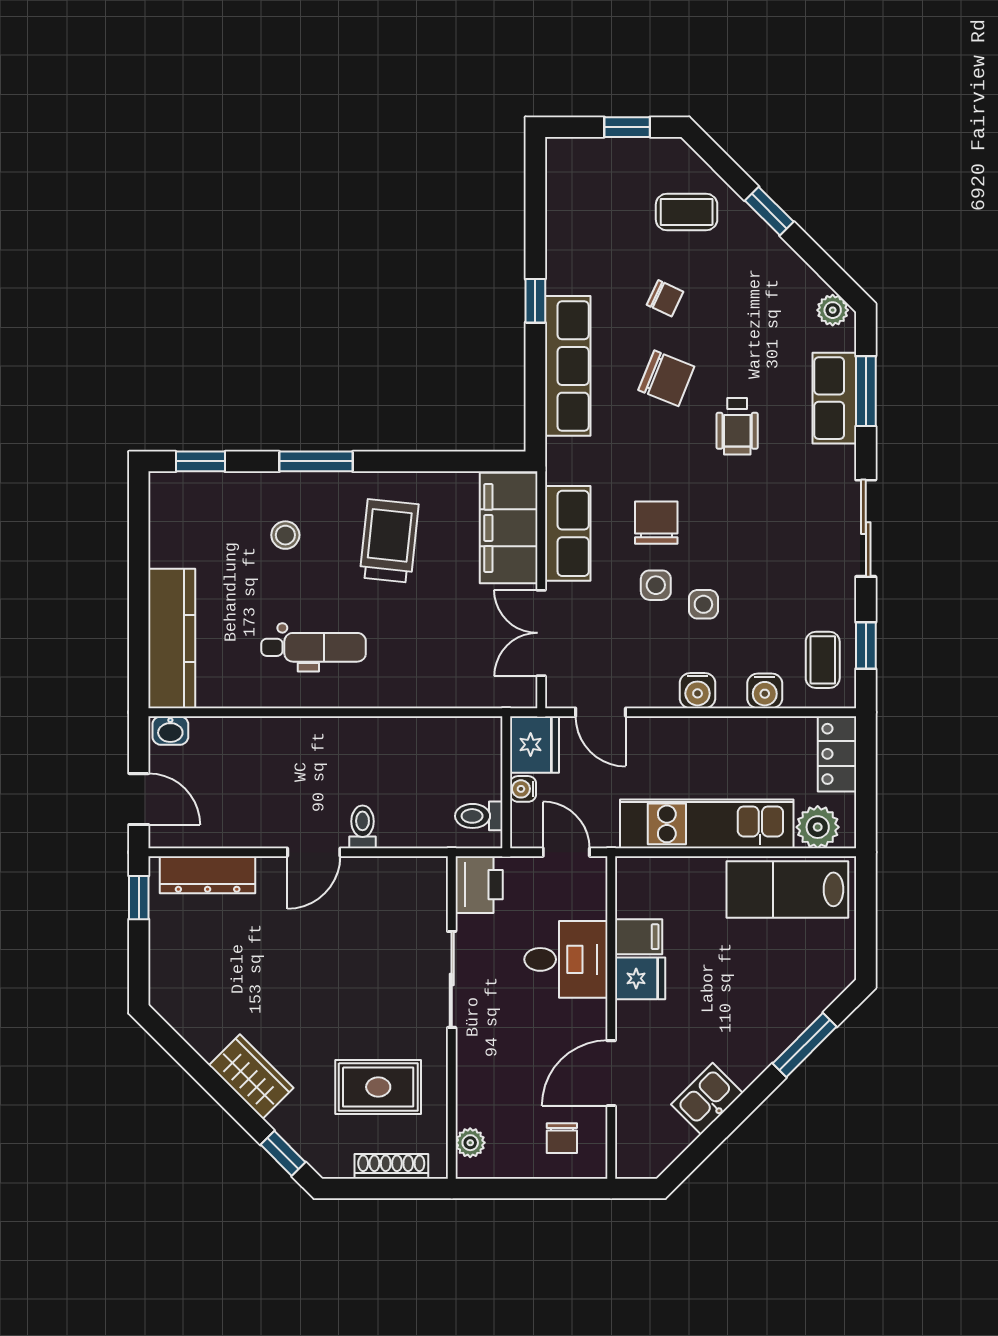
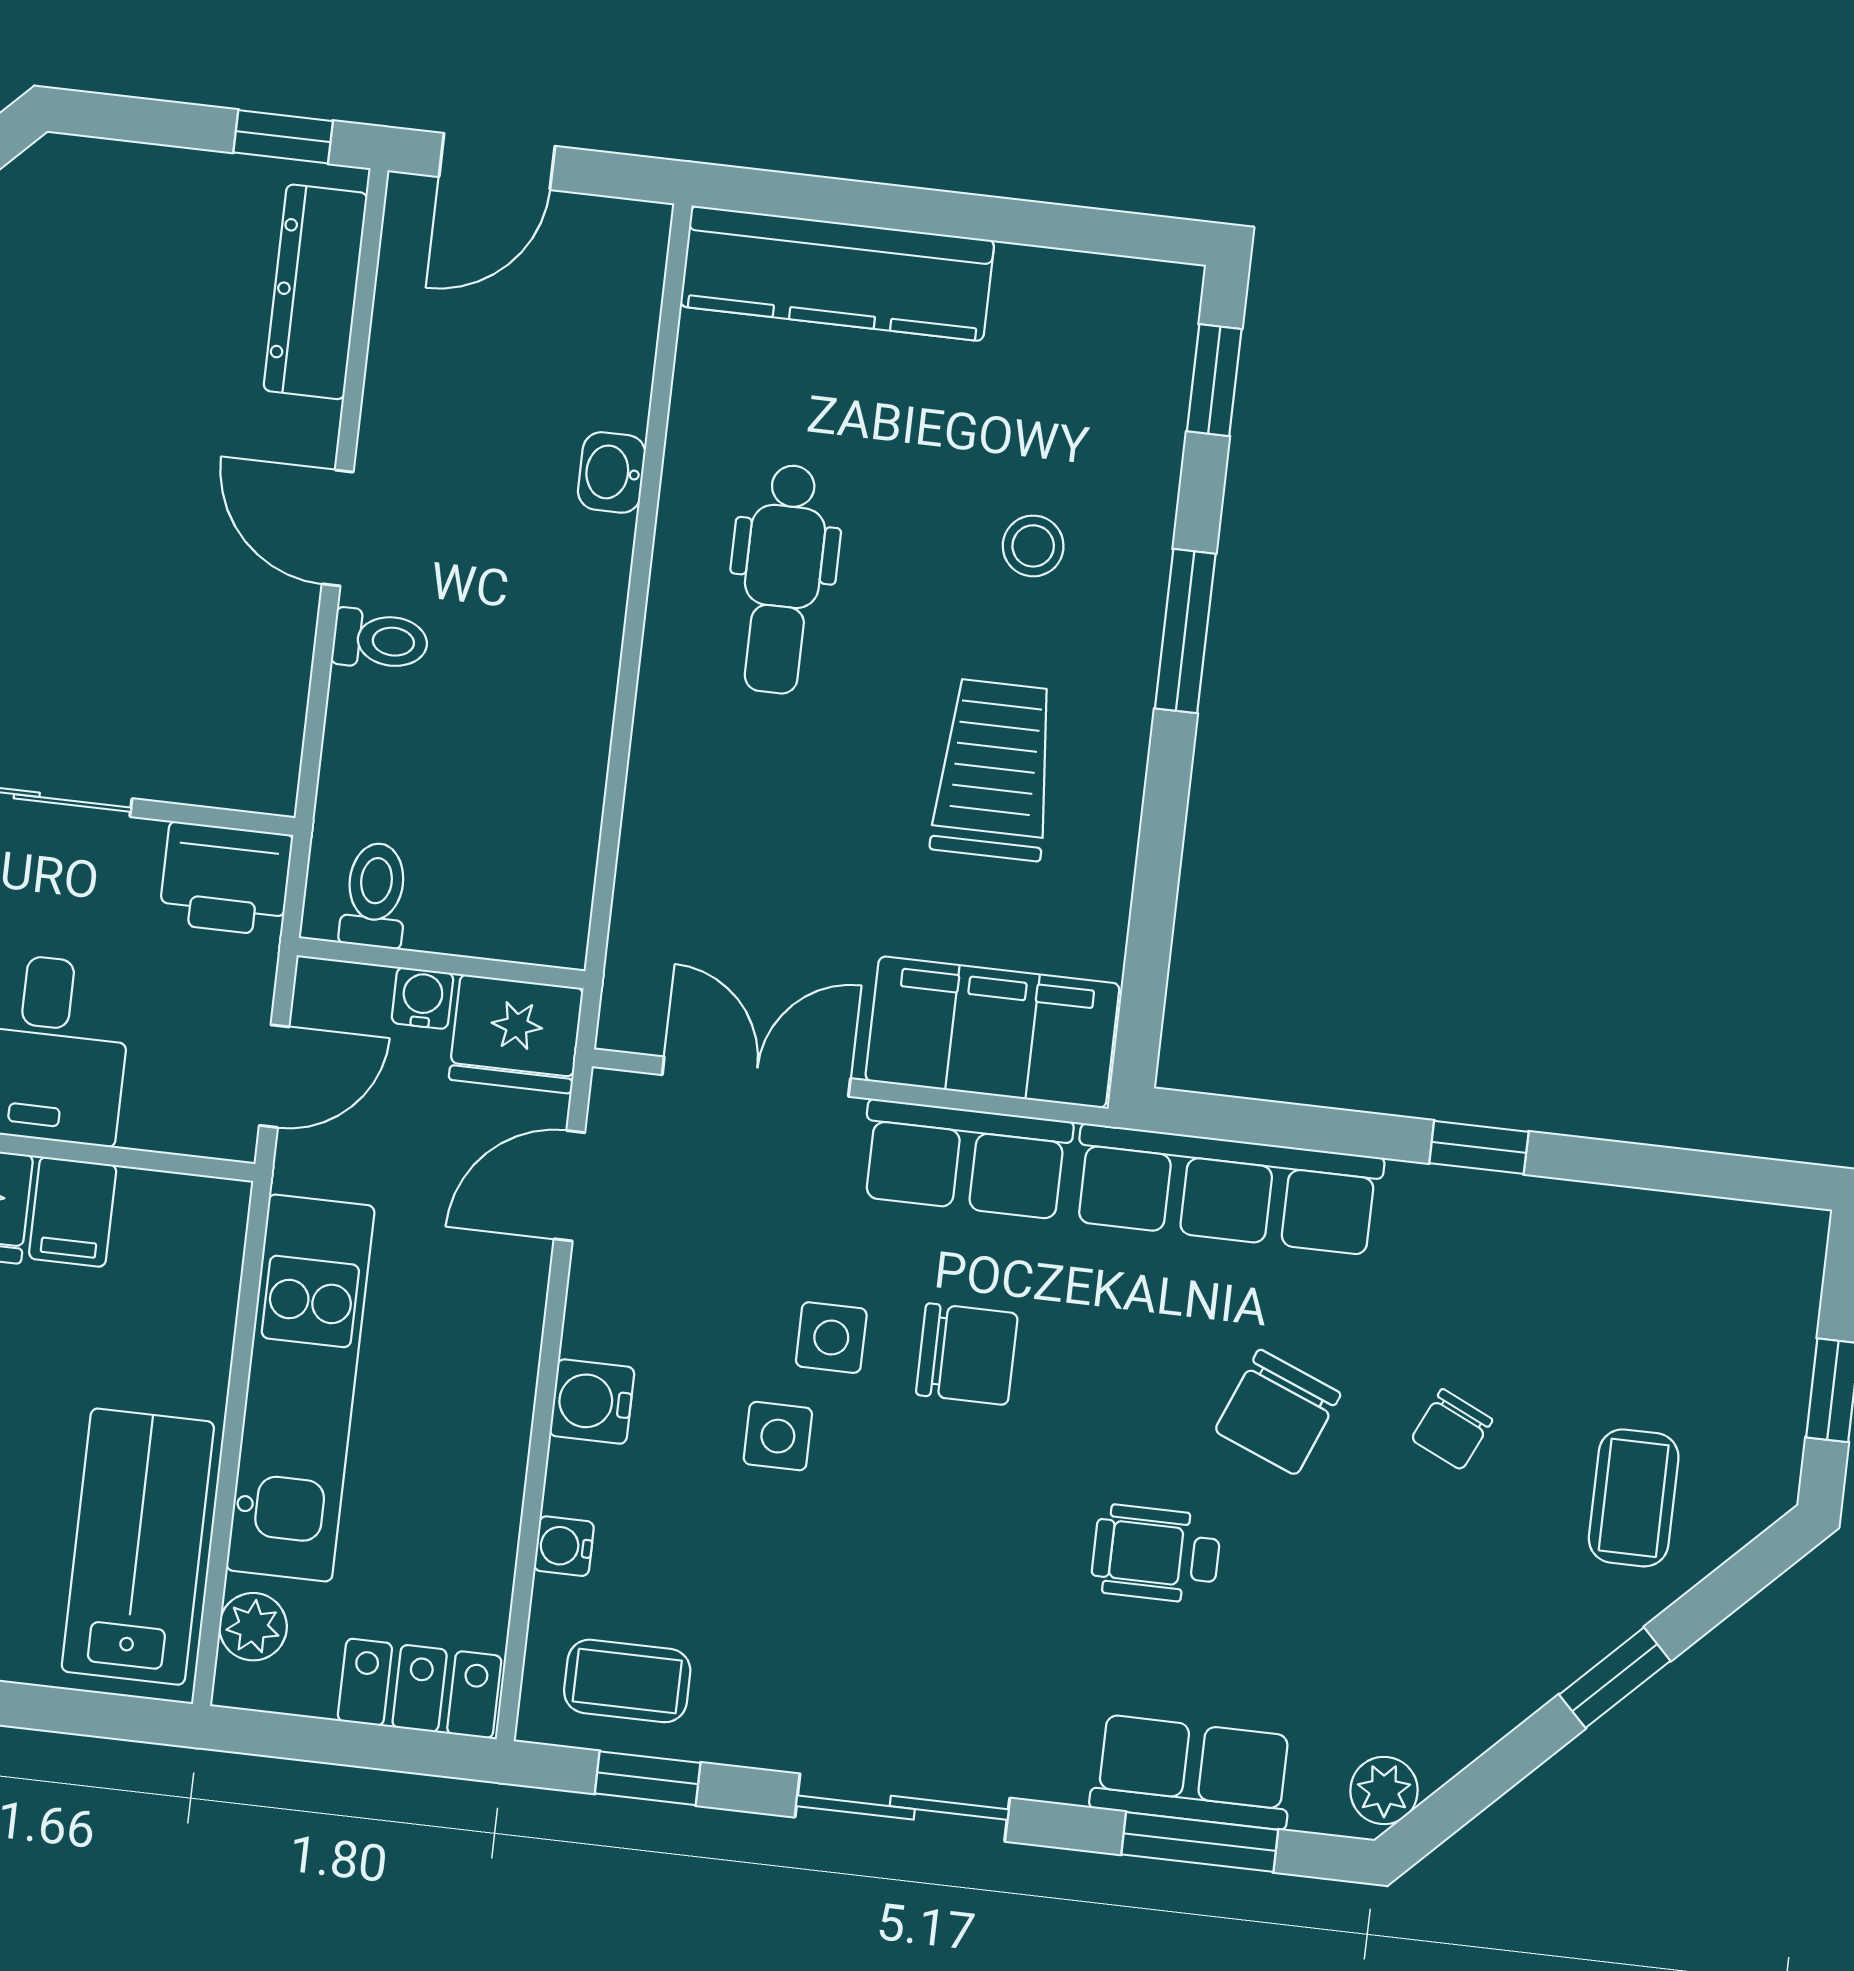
row of seats: (568, 366) -> (1227, 1190), moved
trolley: (389, 541) -> (994, 770), turned -96
water cooler: (765, 691) -> (564, 1546), width x0.72, depth x0.72
washbasin: (170, 731) -> (612, 472), moved
plant: (818, 827) -> (253, 1627), width x0.73, depth x0.73

